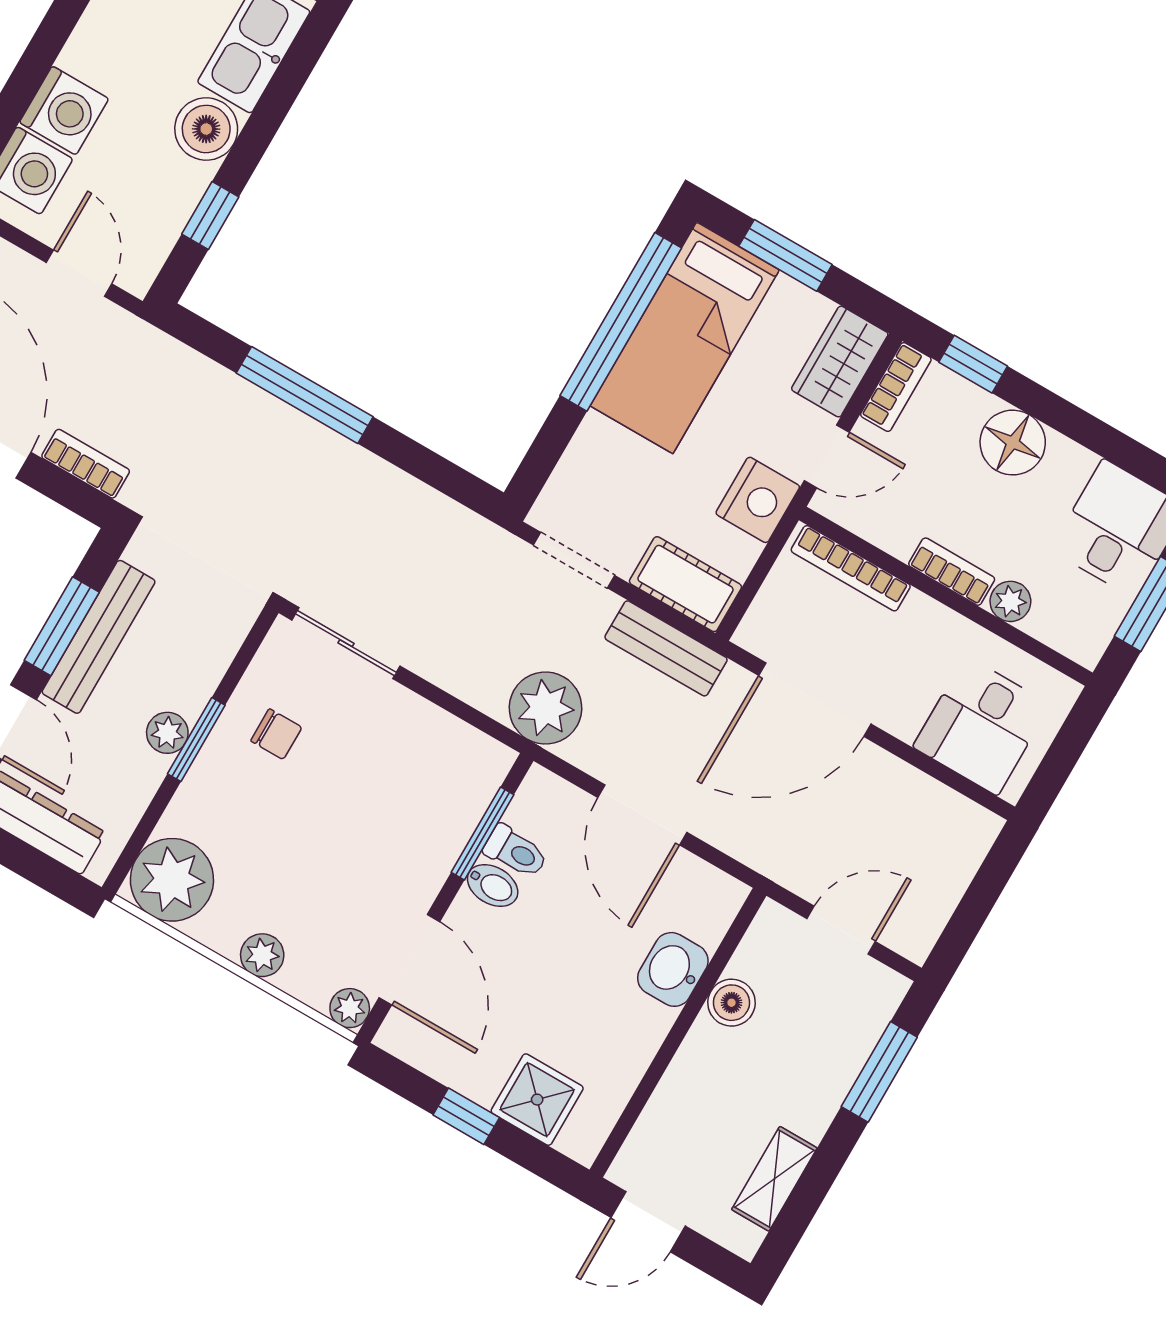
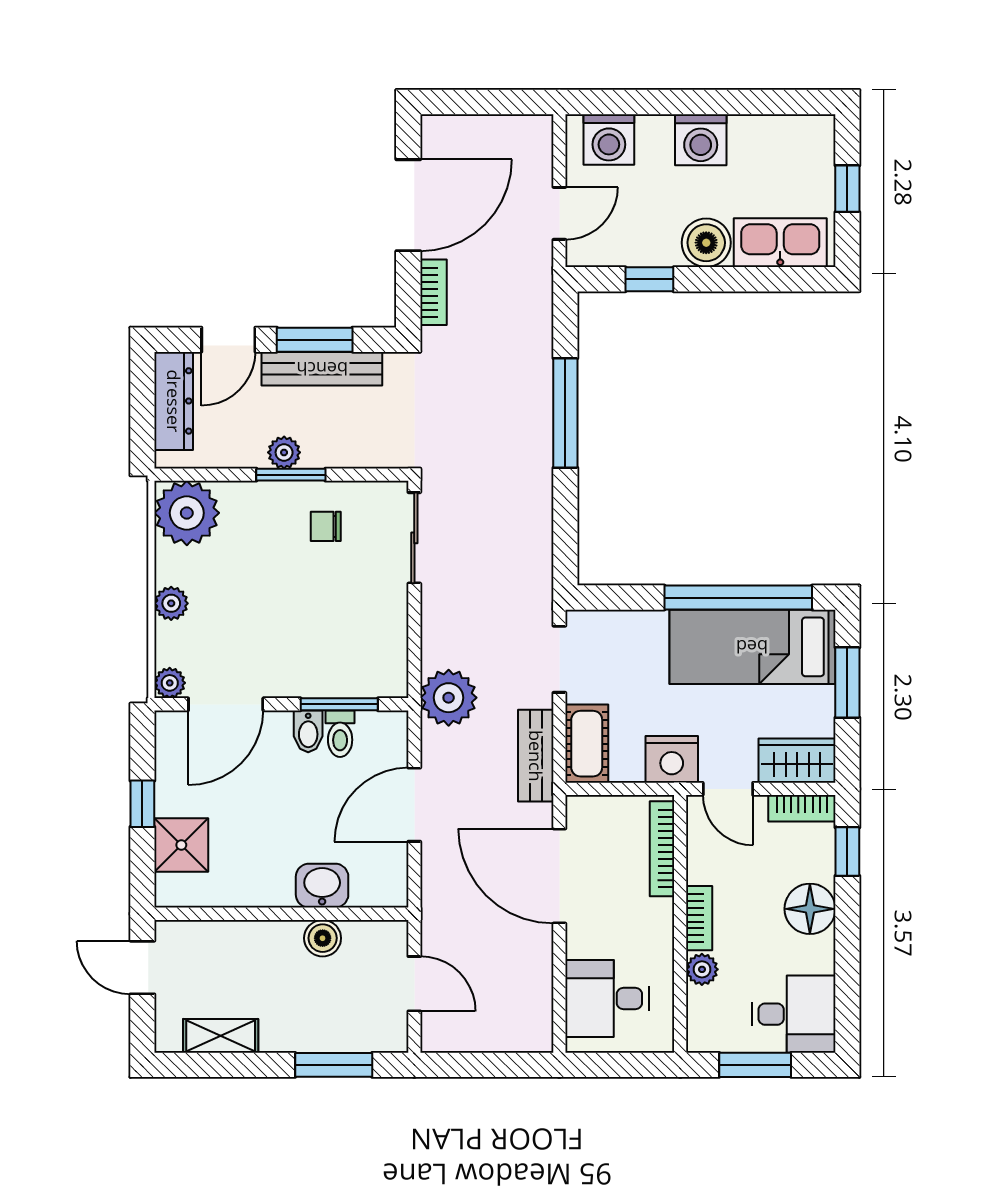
washing machine: (64, 111) -> (701, 140), moved
chair: (276, 734) -> (326, 526), turned 90

